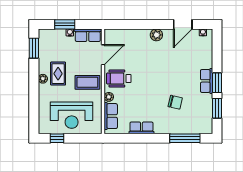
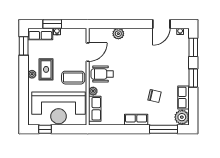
row of seats: (88, 35) -> (40, 34), moved
plant: (156, 35) -> (118, 34), moved
row of seats: (207, 81) -> (183, 98), moved
window: (217, 108) -> (193, 47), moved
reception desk: (72, 115) -> (59, 108), width x1.36, depth x1.30
plant: (205, 125) -> (182, 117), added
row of seats: (141, 128) -> (136, 120), moved

